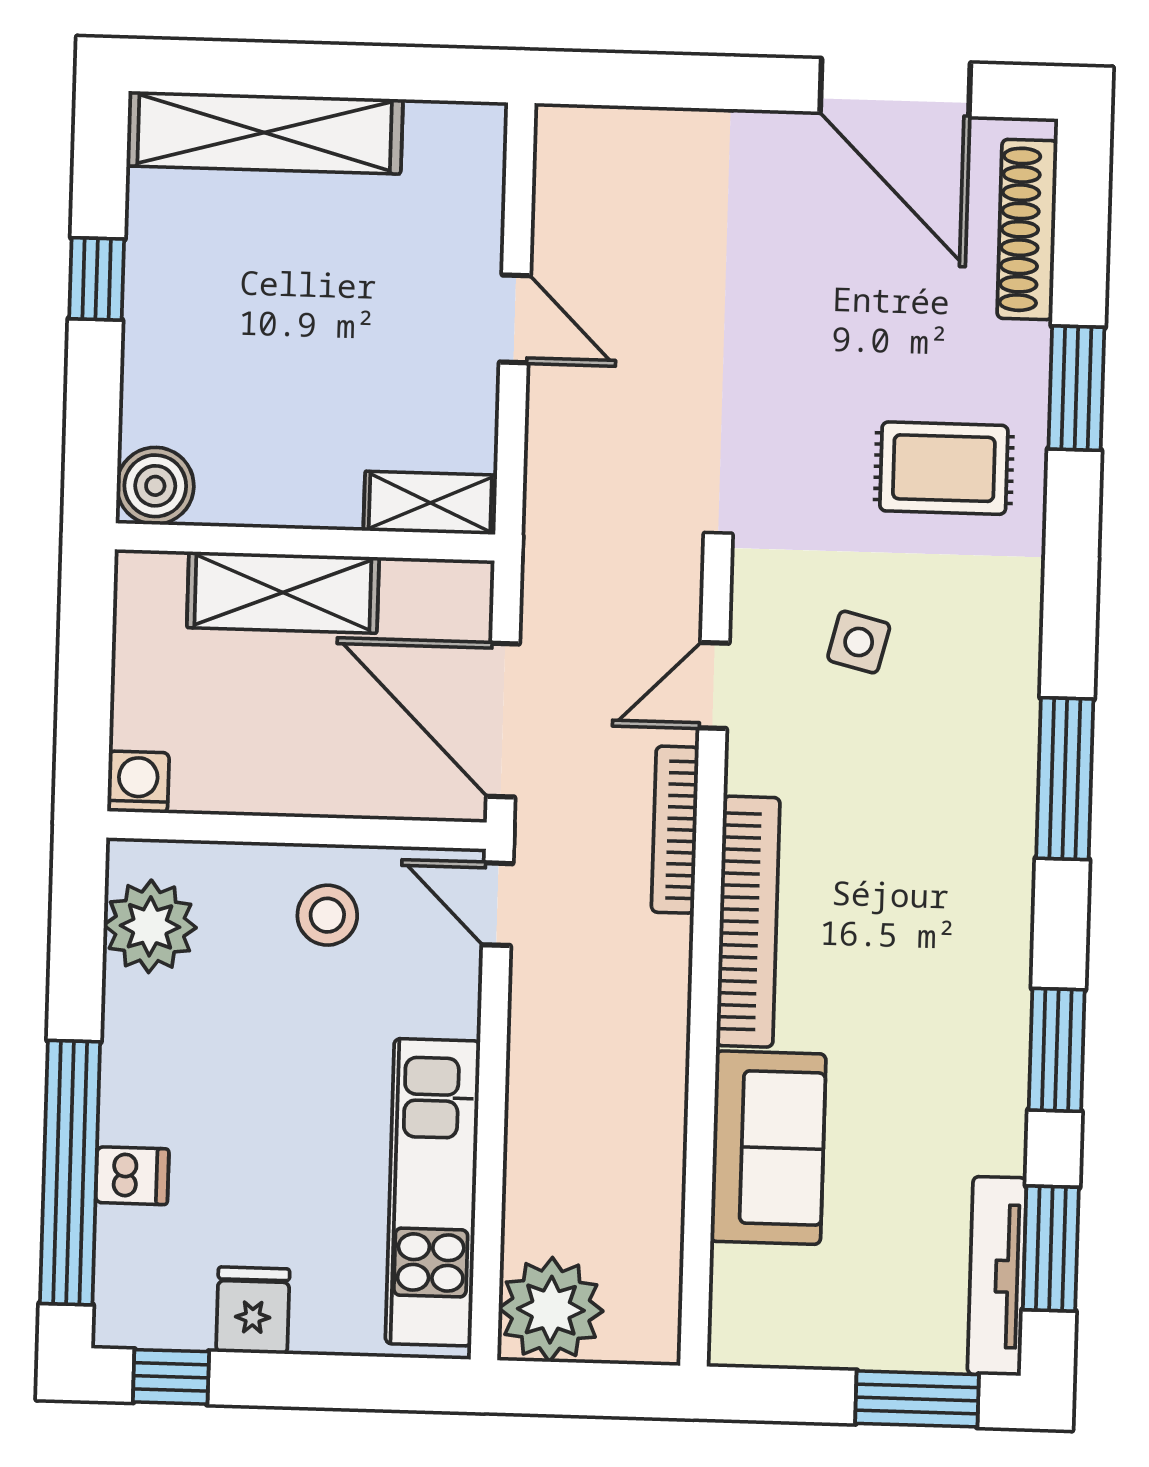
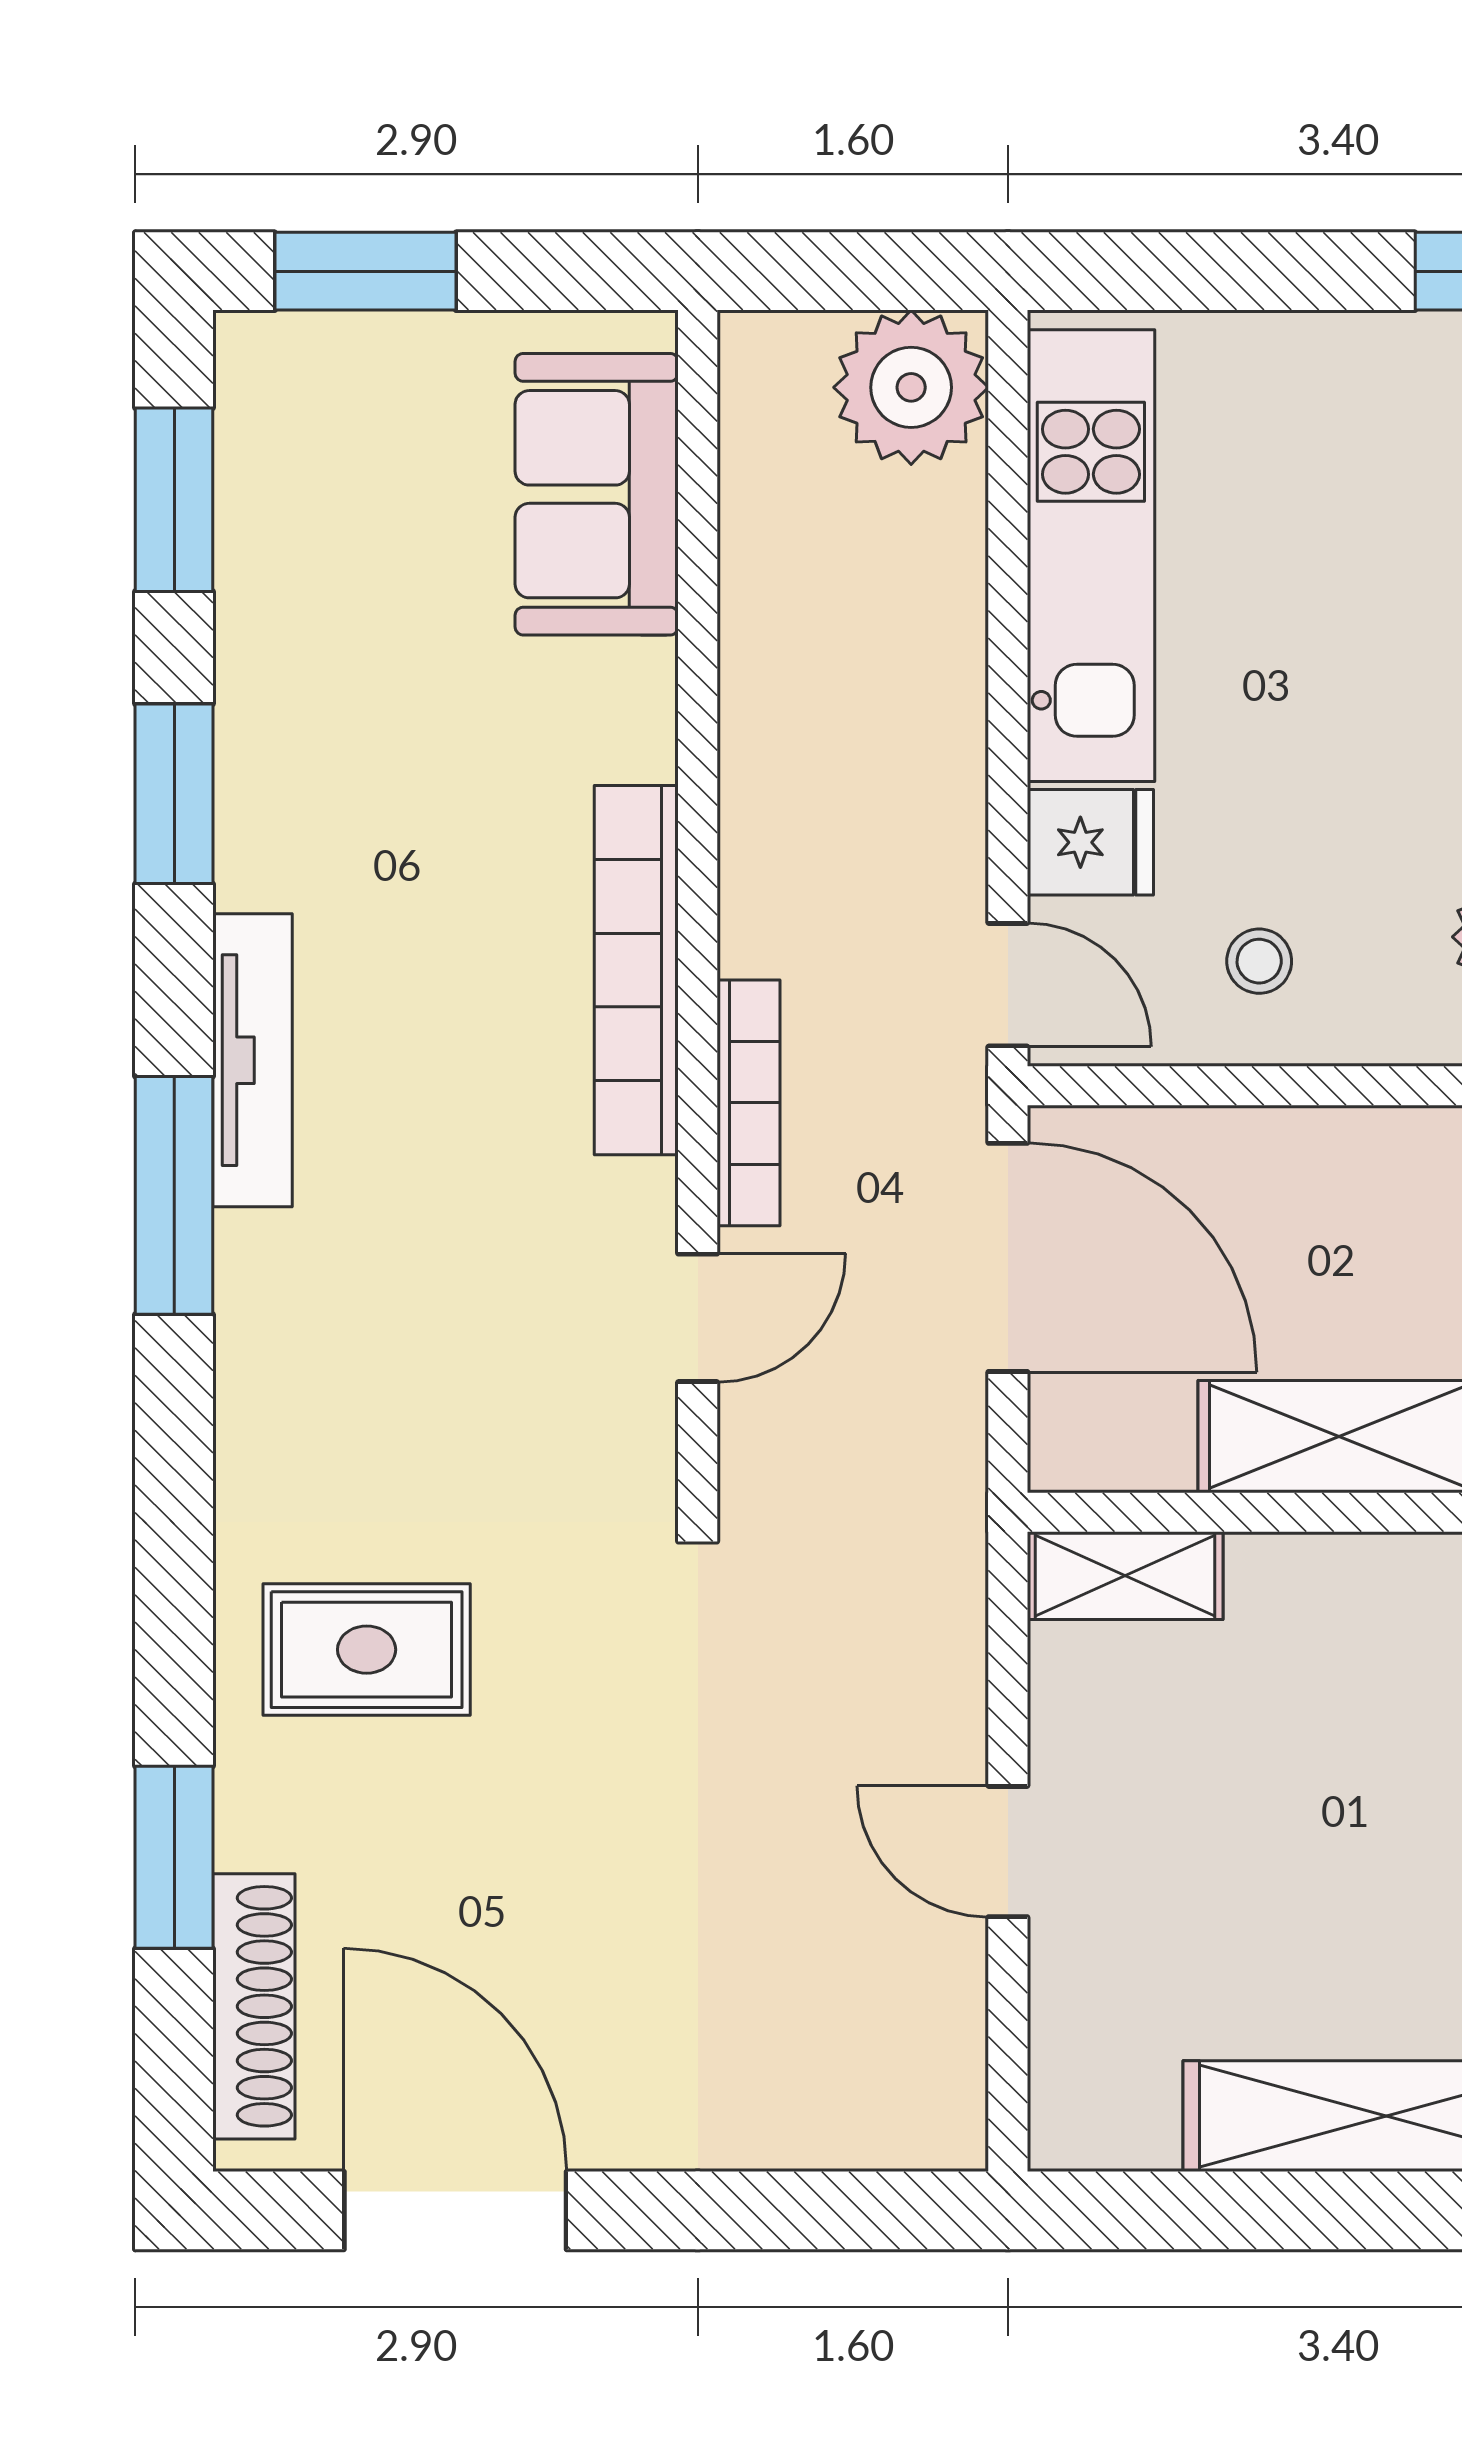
window: (1076, 388) -> (174, 1857), moved
side table: (859, 642) -> (485, 1389), removed
stool: (327, 915) -> (1259, 961), width x0.73, depth x0.73
sofa: (768, 1148) -> (597, 494), moved
tv unit: (997, 1276) -> (253, 1060), moved
fridge: (253, 1310) -> (1090, 842), moved, turned -90

